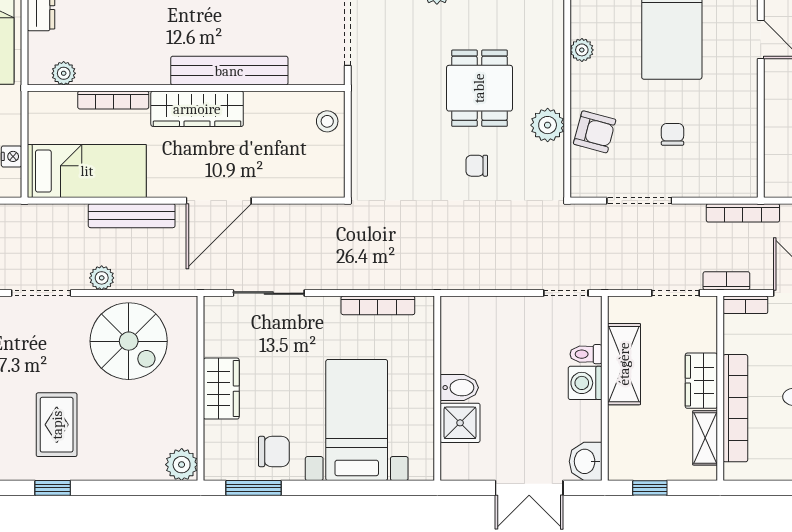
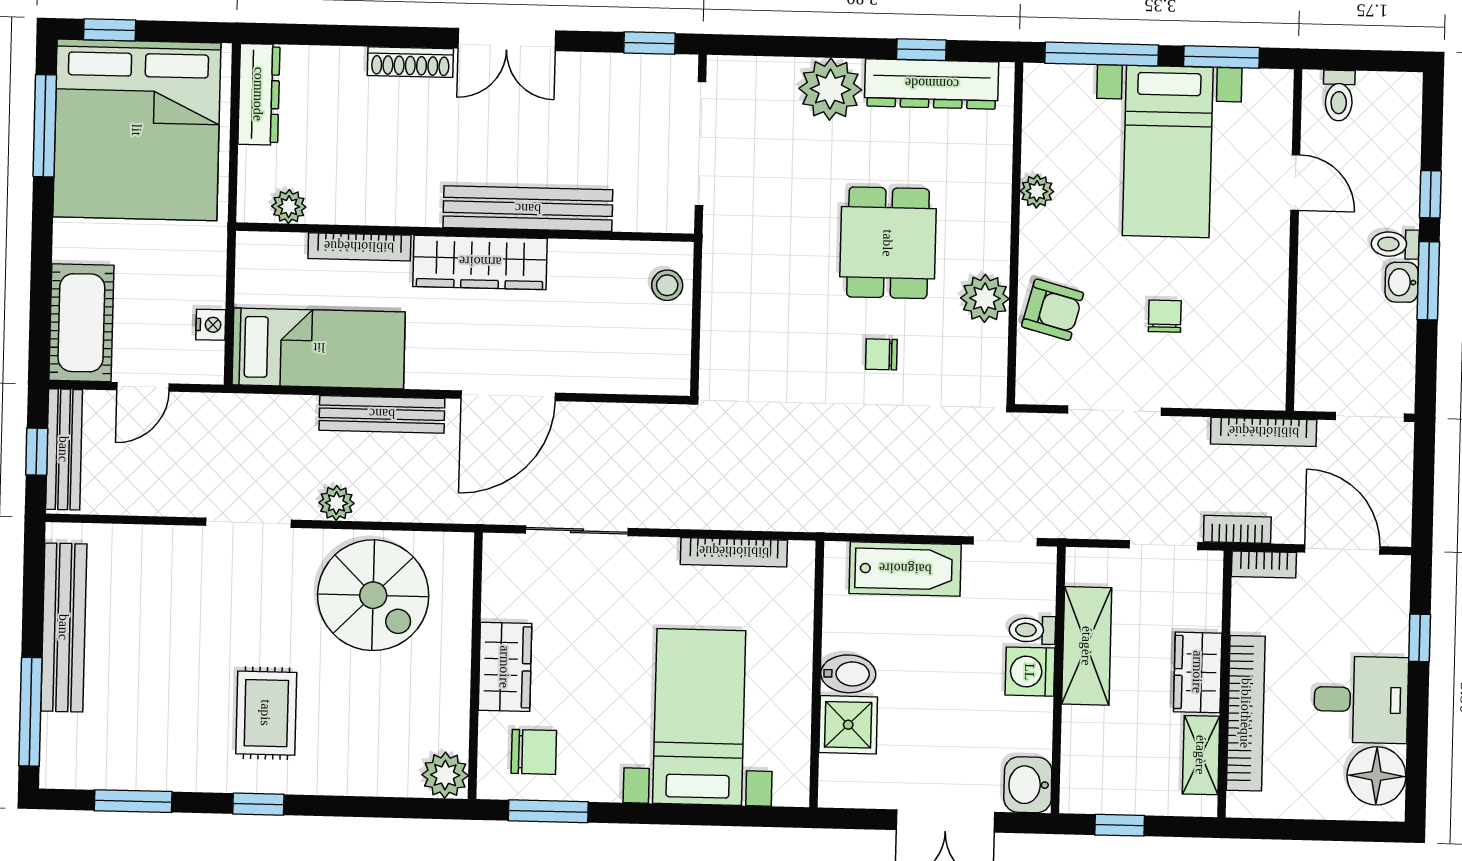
bathtub: (497, 314) -> (905, 569), added
chair: (274, 451) -> (534, 752), moved

